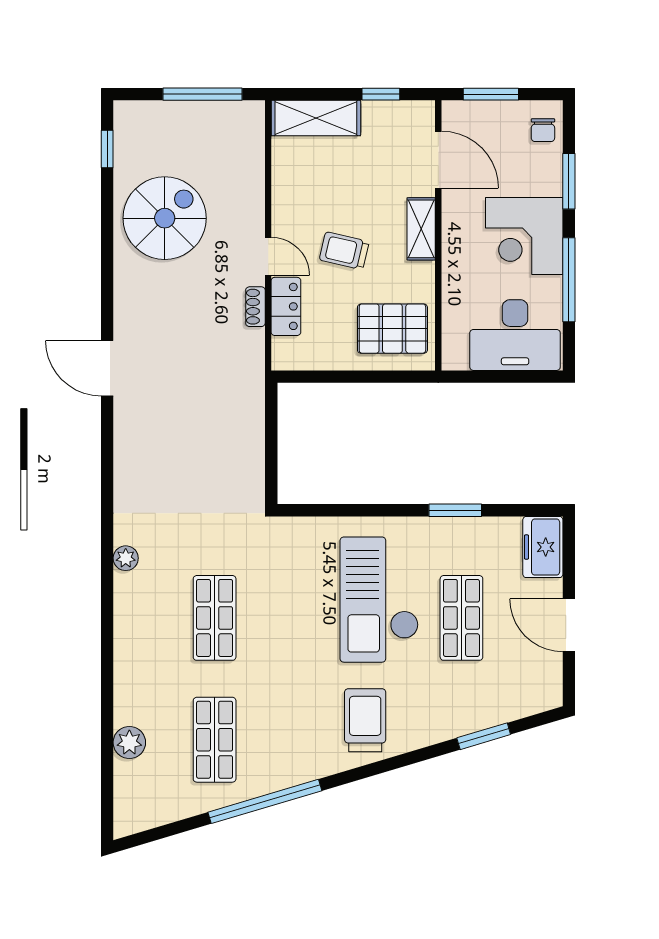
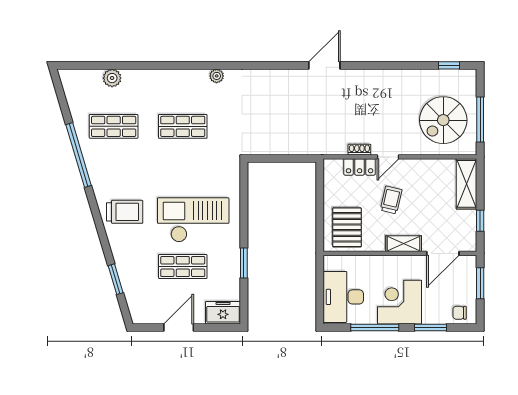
spiral stairs: (165, 218) -> (443, 120), moved, turned 90

